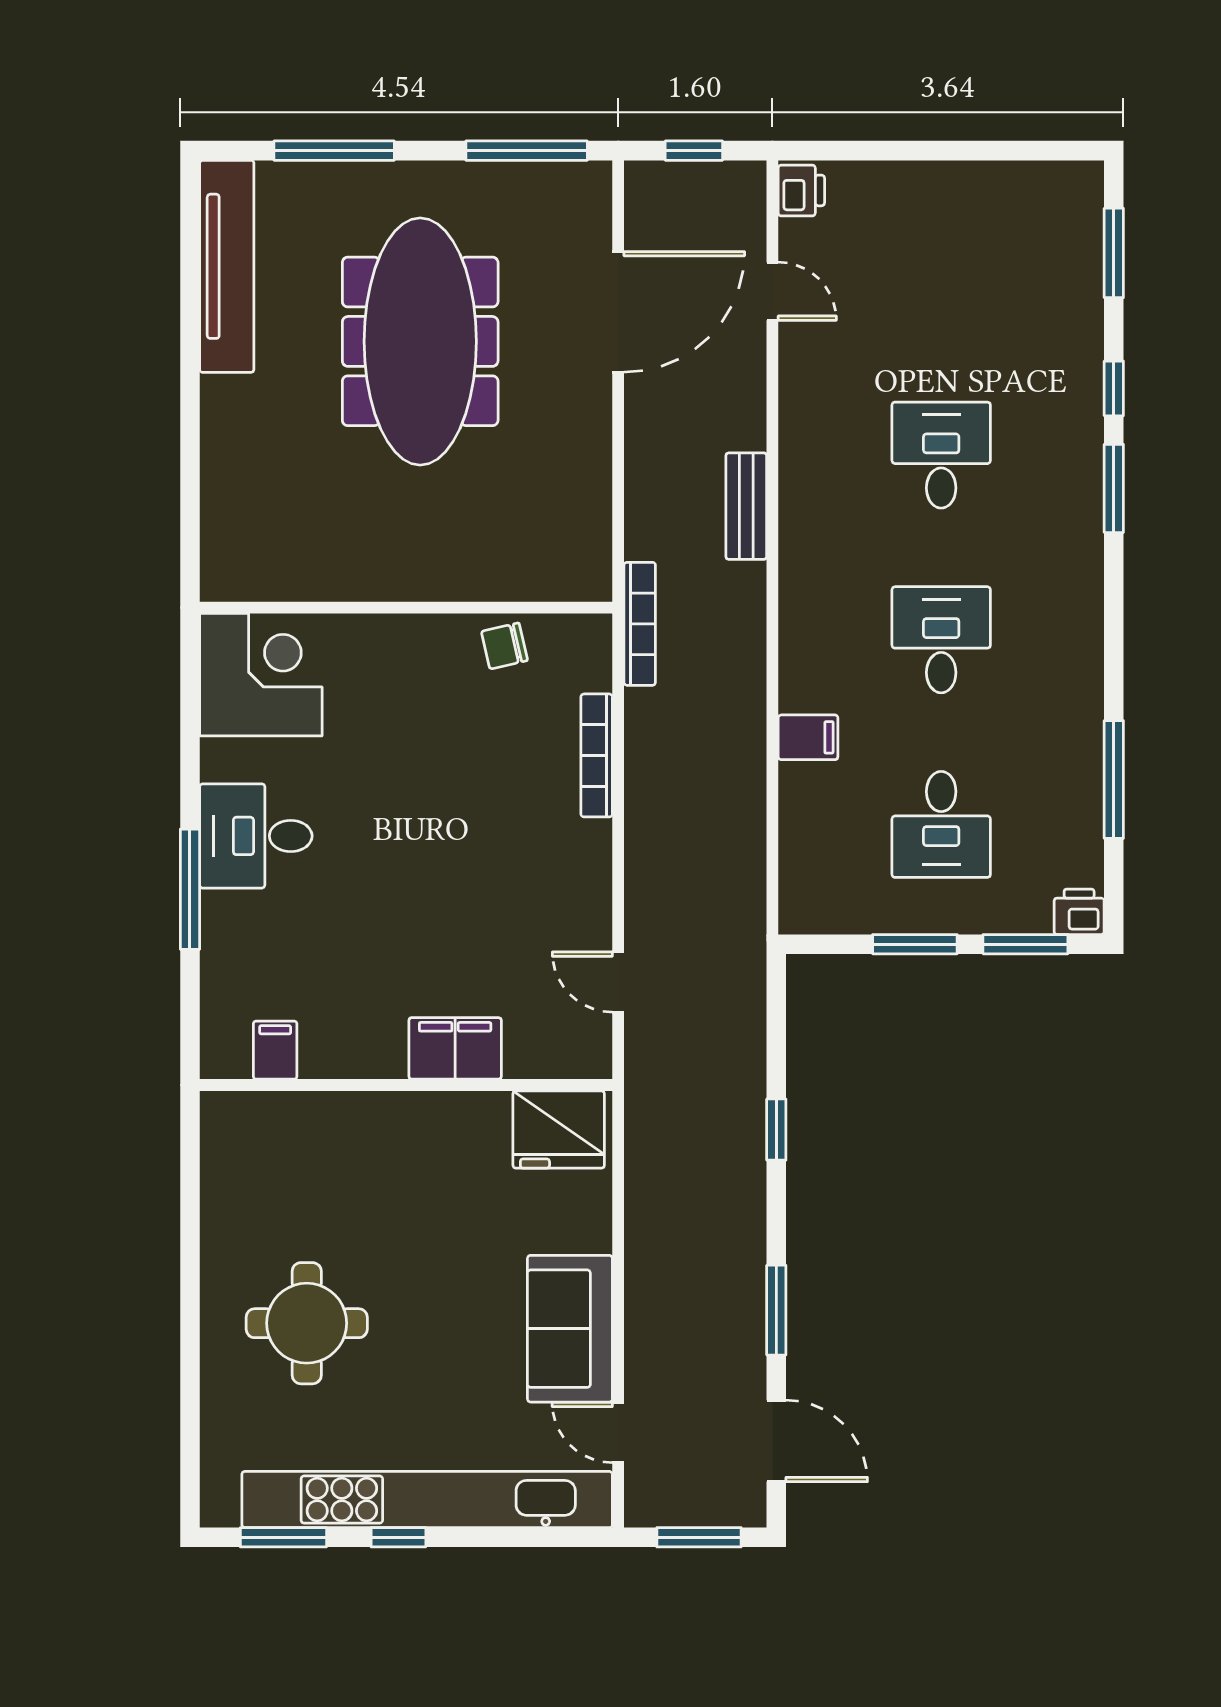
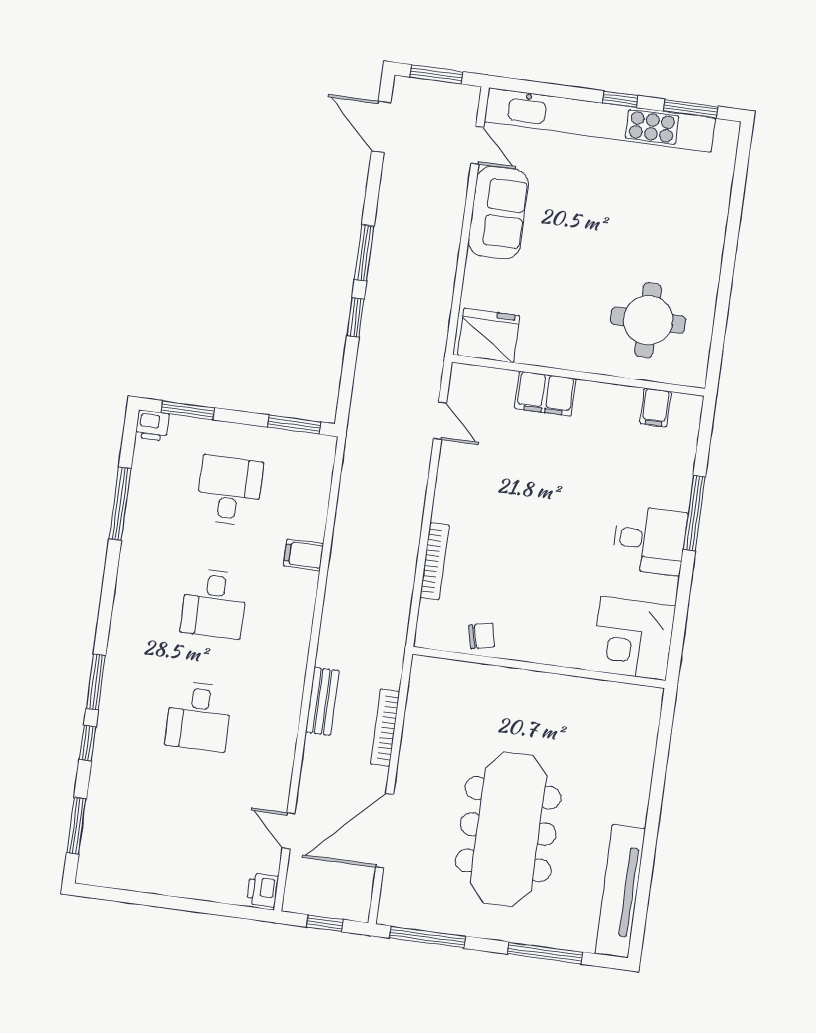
bookcase: (640, 624) -> (385, 728), moved
window: (915, 944) -> (294, 425), moved
window: (776, 1310) -> (364, 253), moved
round table: (307, 1323) -> (648, 320), moved

